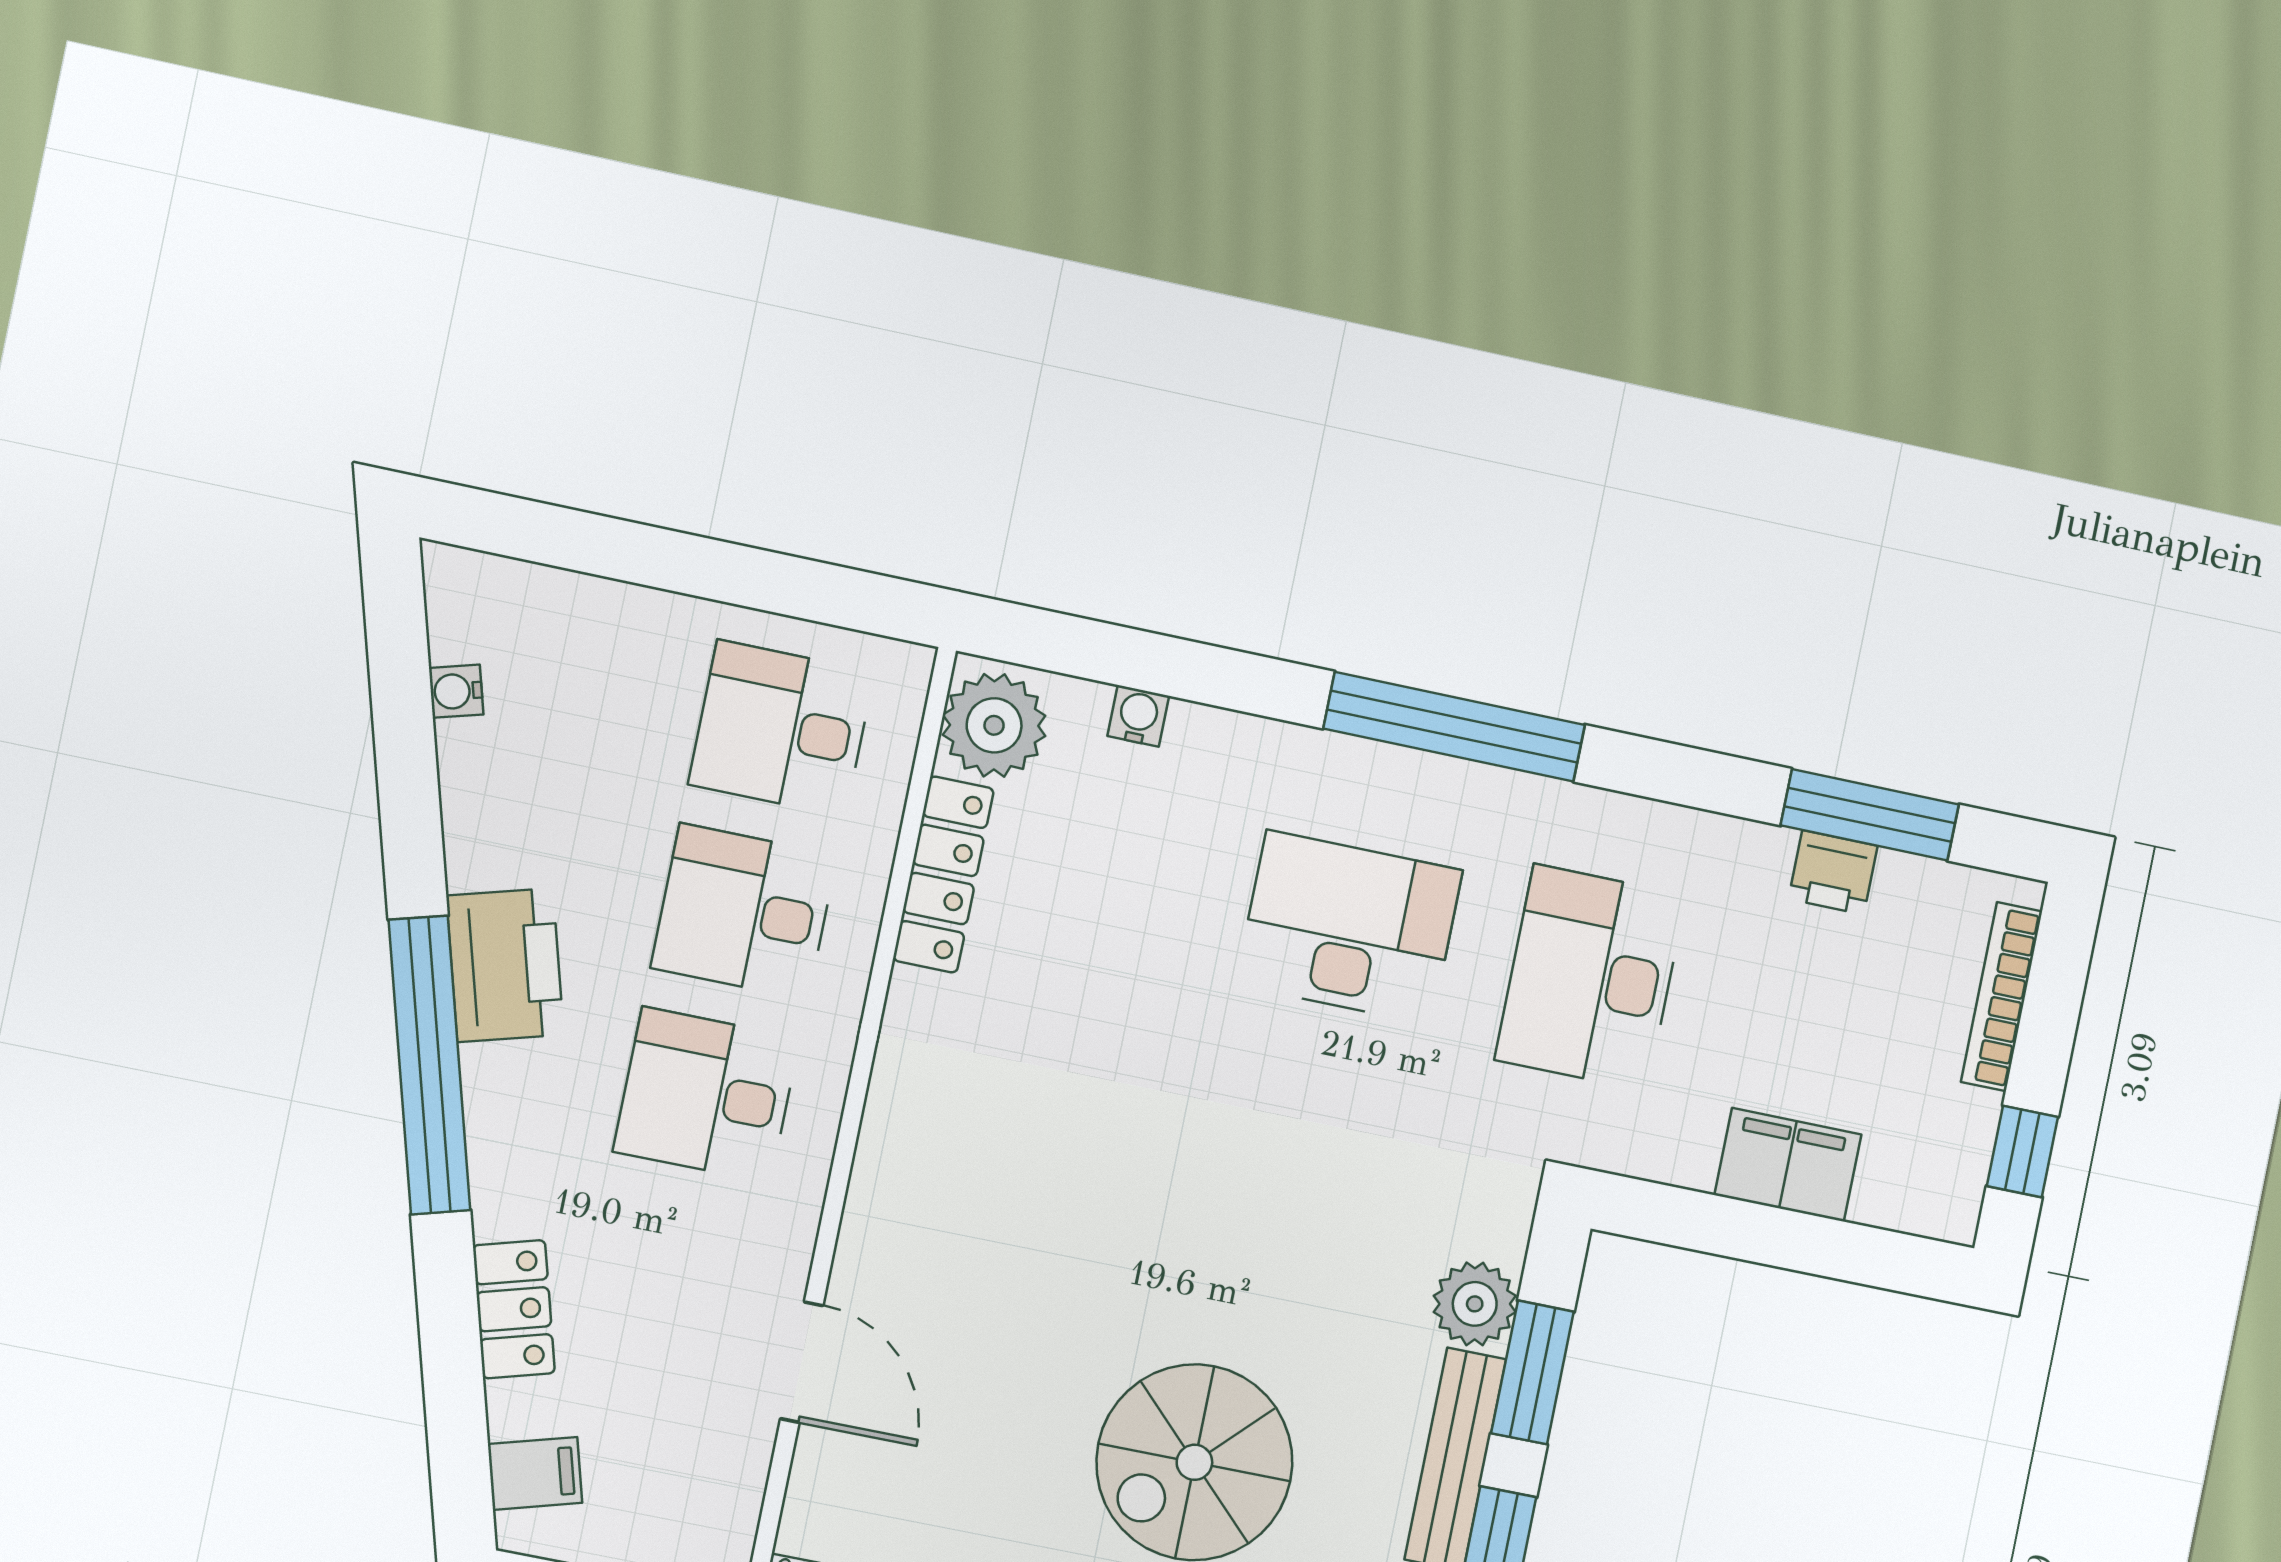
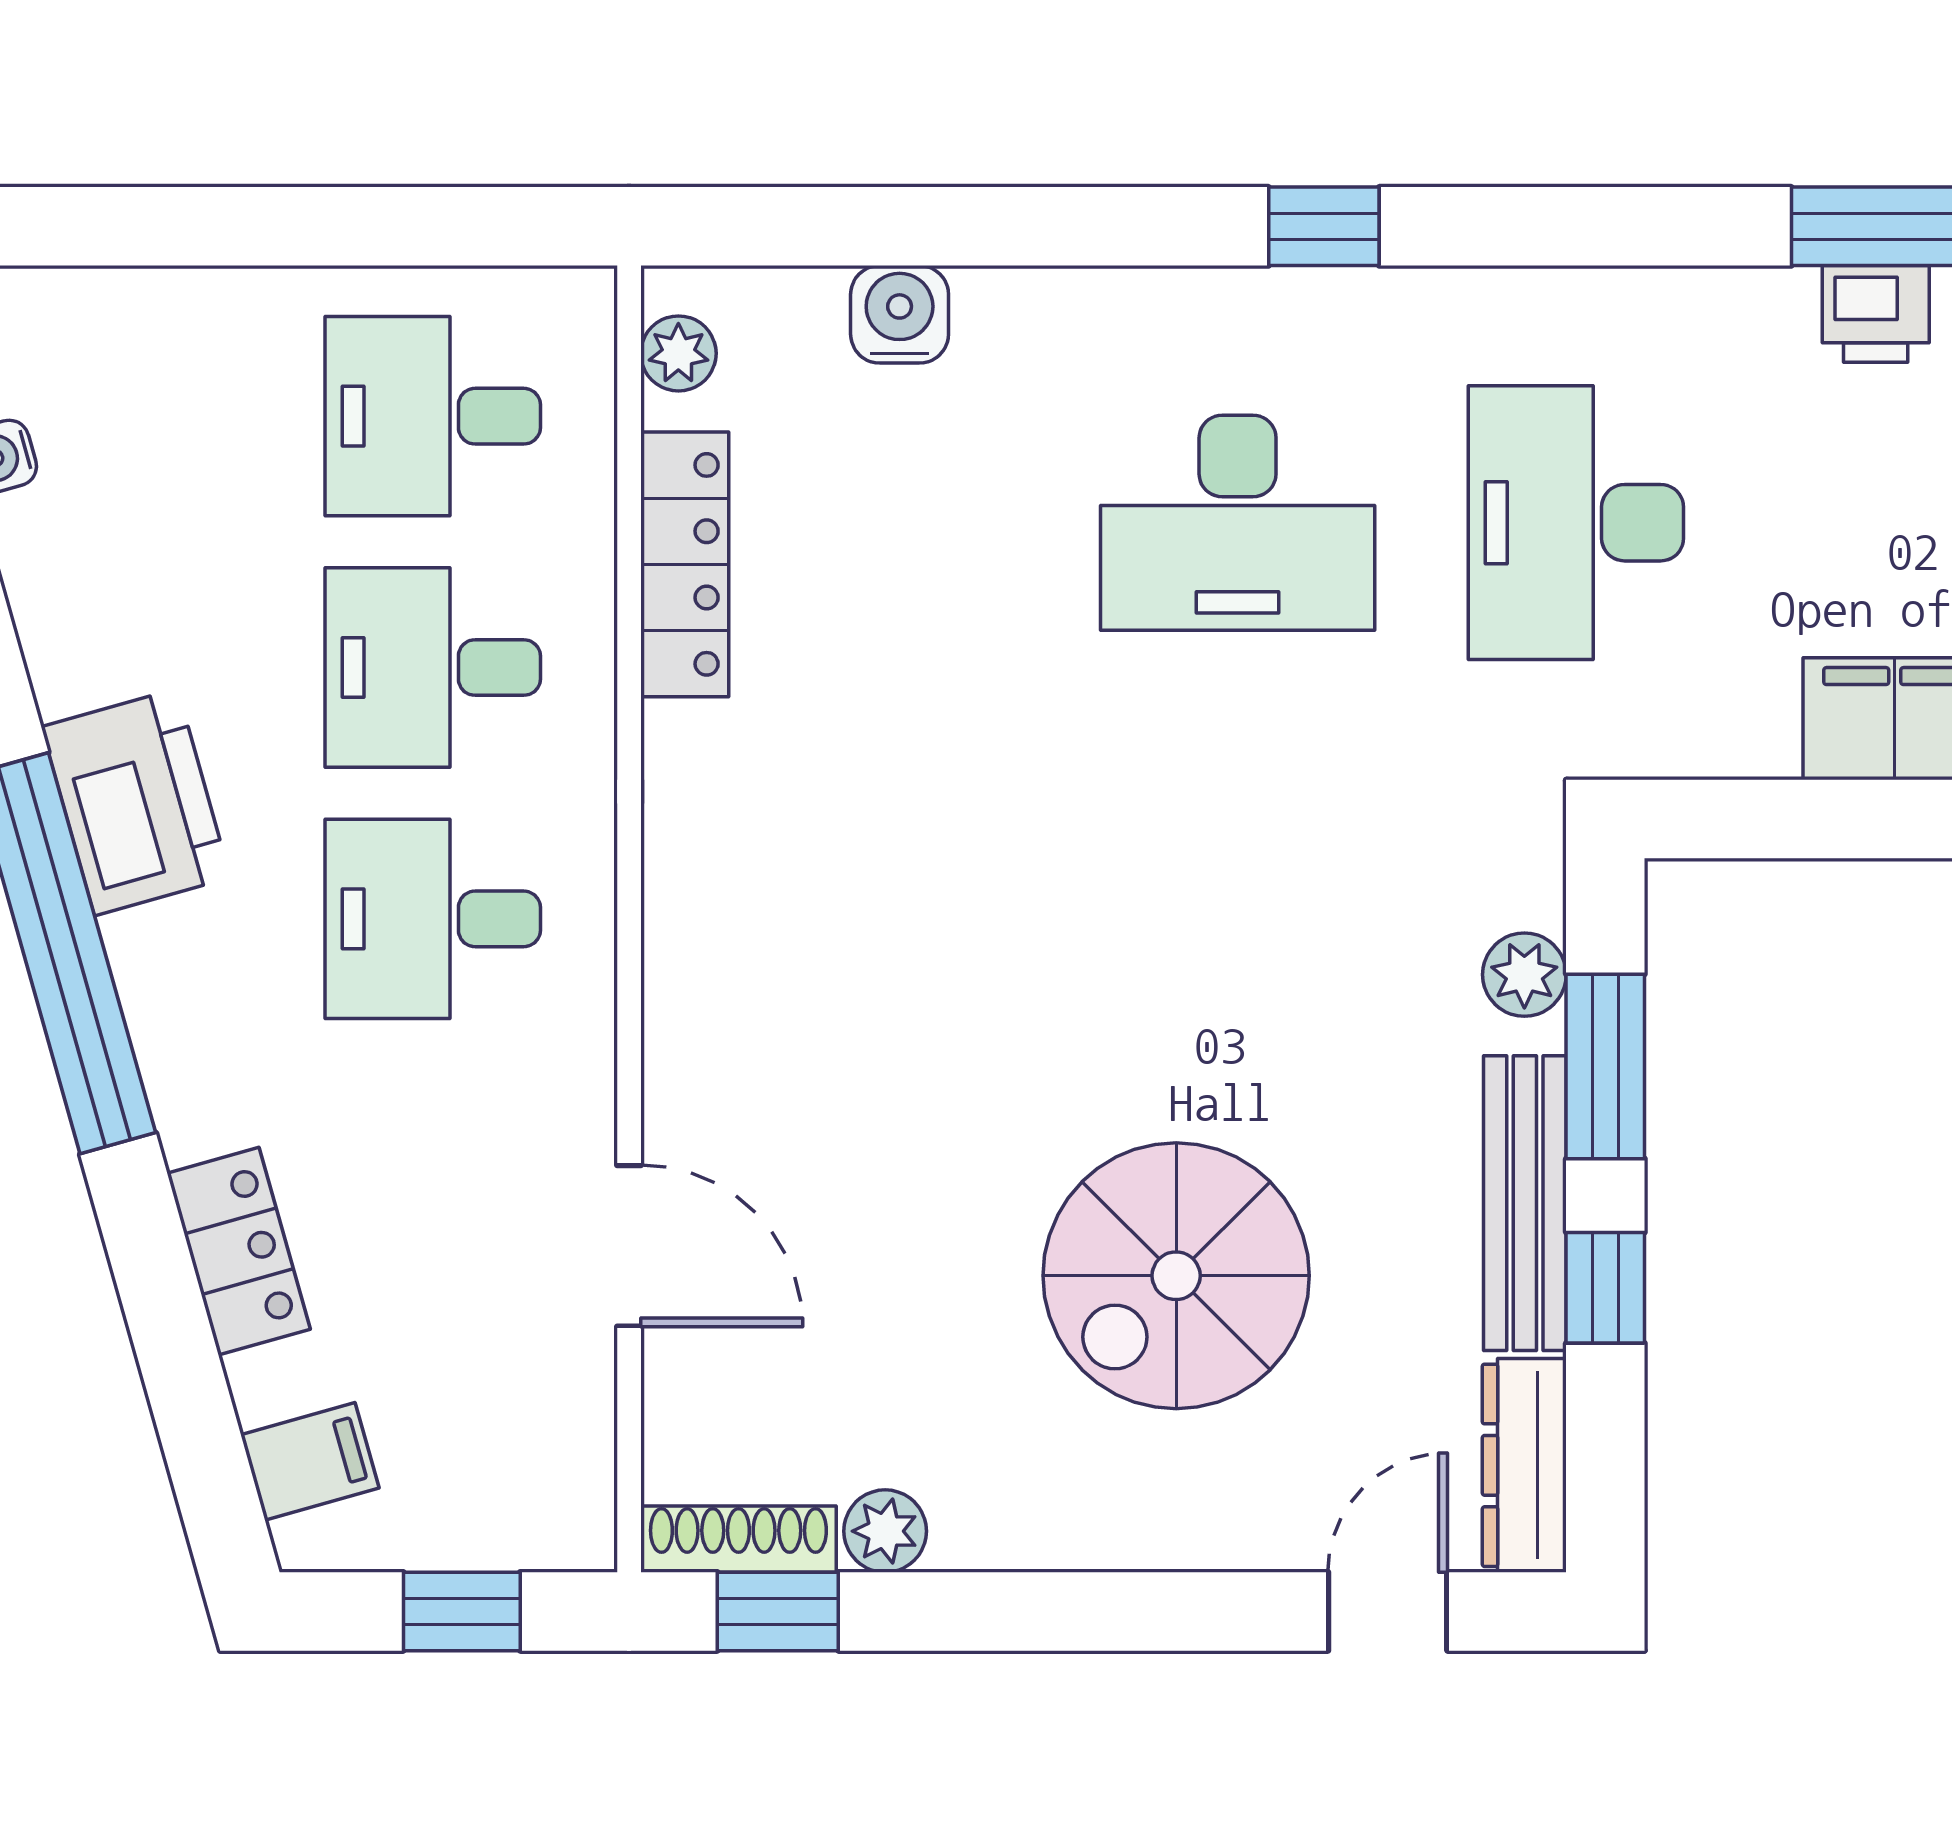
water cooler: (1138, 716) -> (900, 314), width x1.38, depth x1.38
plant: (994, 725) -> (678, 353), width x0.53, depth x0.53
window: (1454, 727) -> (1324, 226), width x0.32
desk: (1349, 927) -> (1238, 523), turned 180
plant: (1475, 1304) -> (1524, 975), width x0.73, depth x0.73

